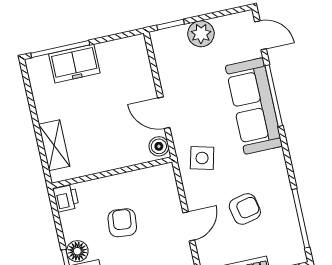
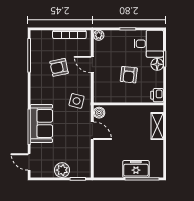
sofa: (254, 106) -> (41, 123), width x0.73
door: (189, 226) -> (92, 65), hinge flipped

